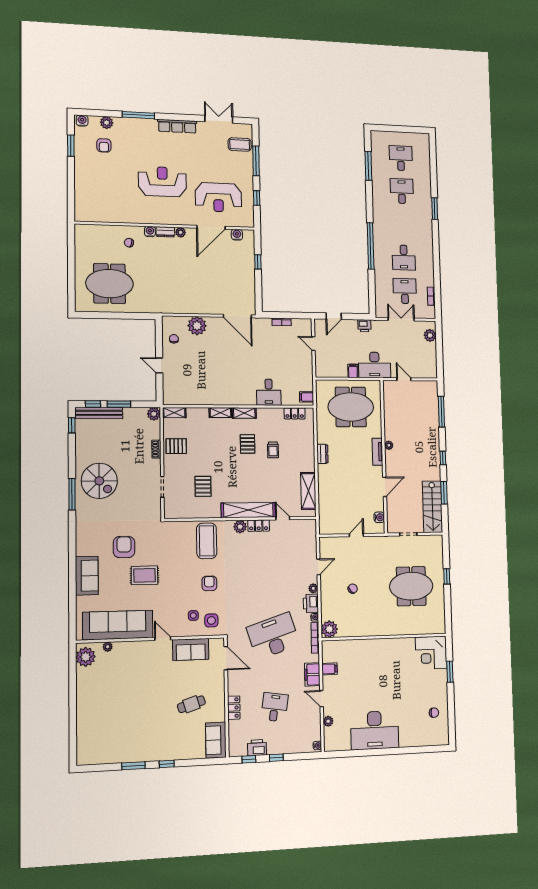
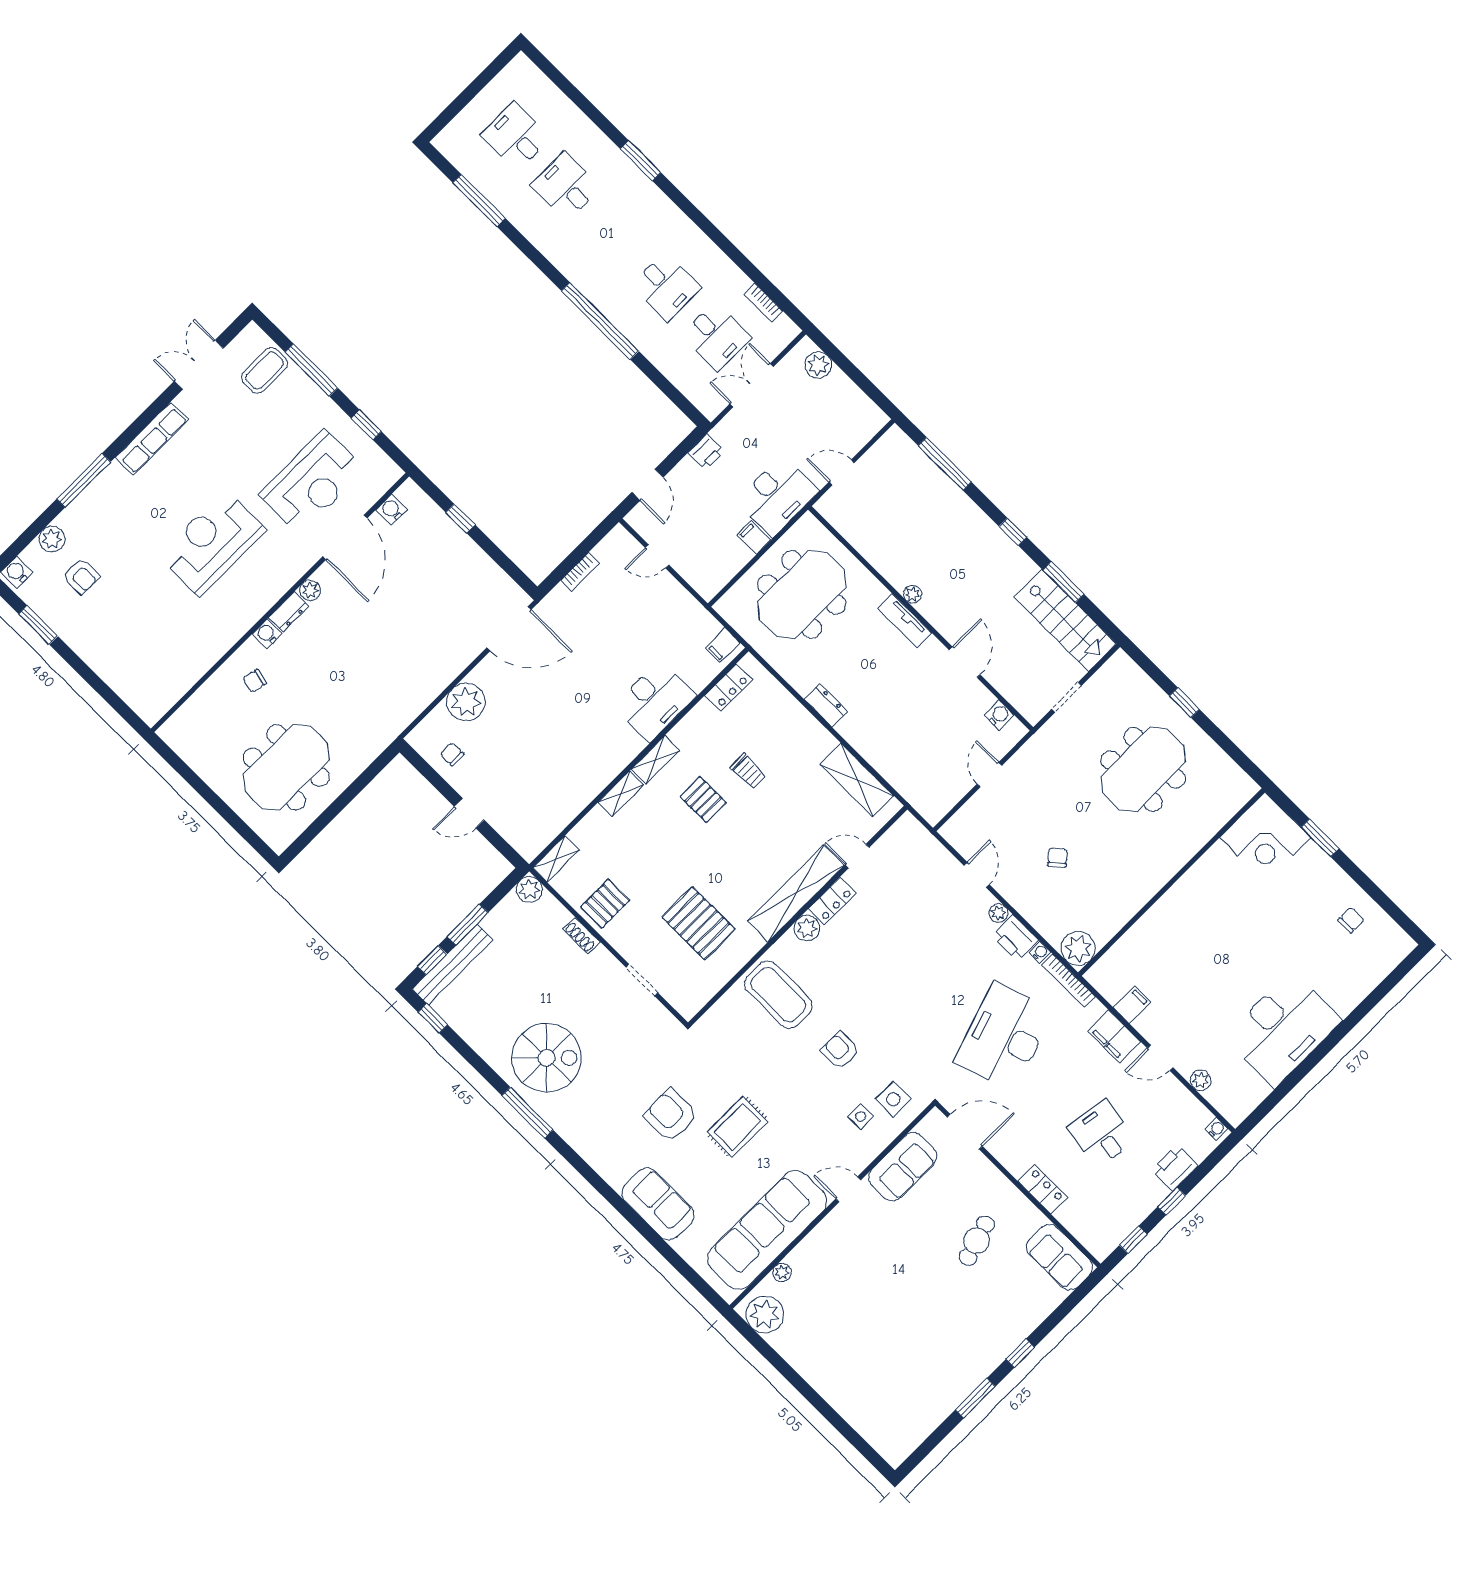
desk: (405, 291) -> (716, 336), turned 180
desk: (269, 392) -> (655, 701), width x1.37
pallet: (203, 486) -> (699, 923), width x1.50, depth x1.42
printer: (257, 748) -> (1175, 1168), moved

